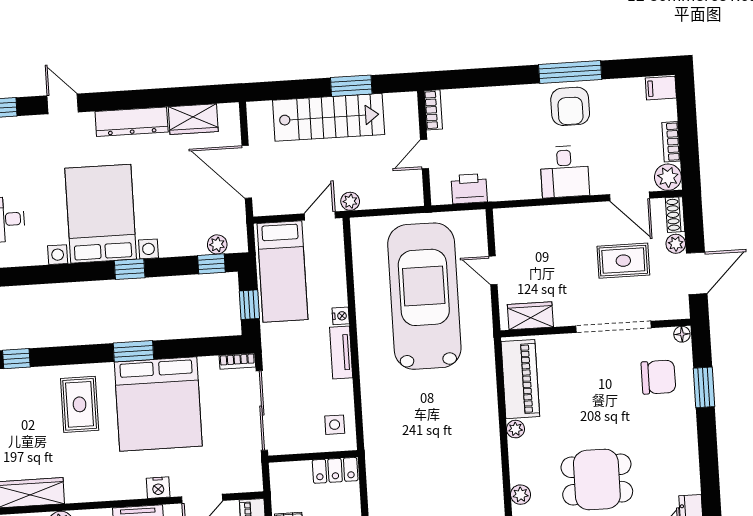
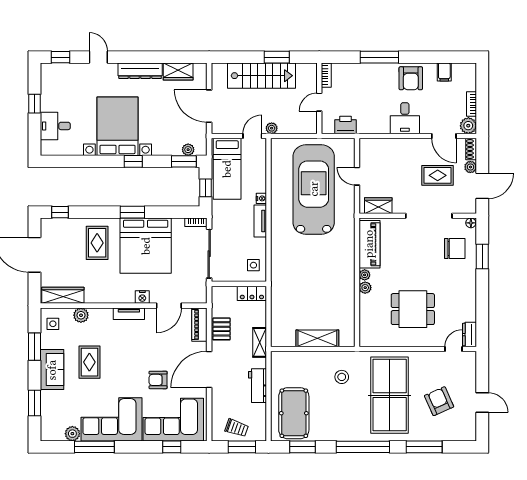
window: (570, 72) -> (379, 57), moved
filing cabinet: (661, 88) -> (444, 72), moved, turned -90
window: (211, 264) -> (184, 161), width x1.50
plant: (521, 495) -> (365, 288), moved

